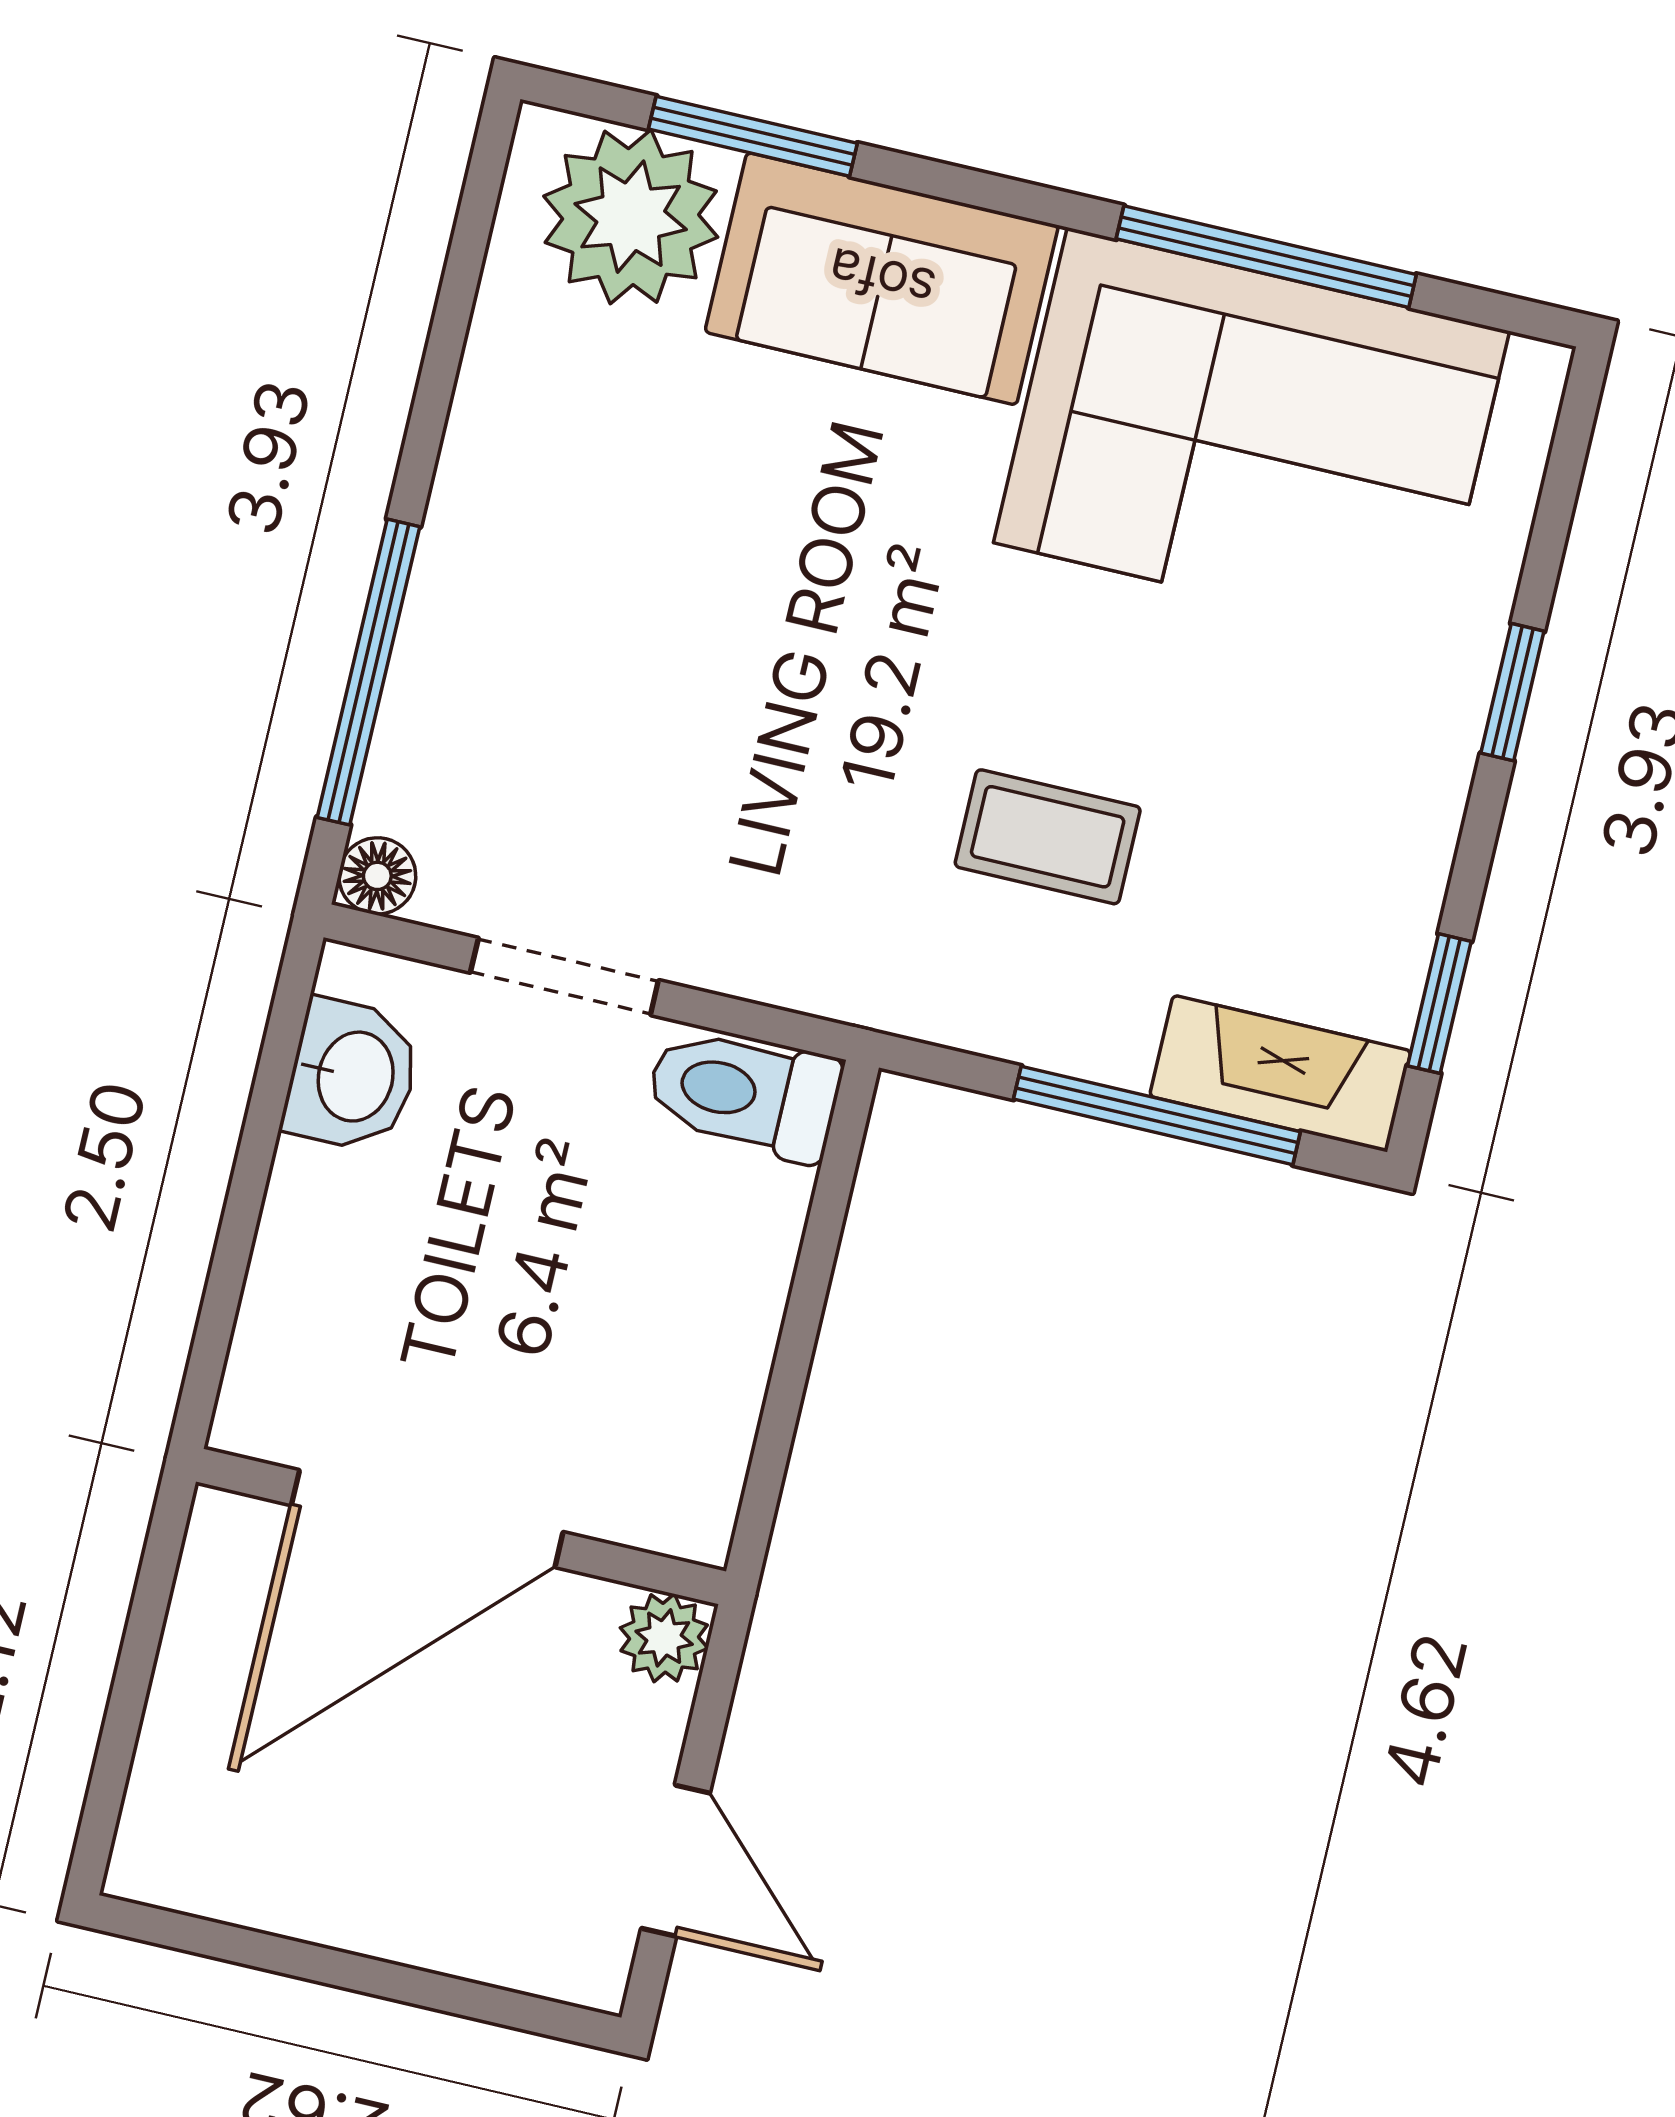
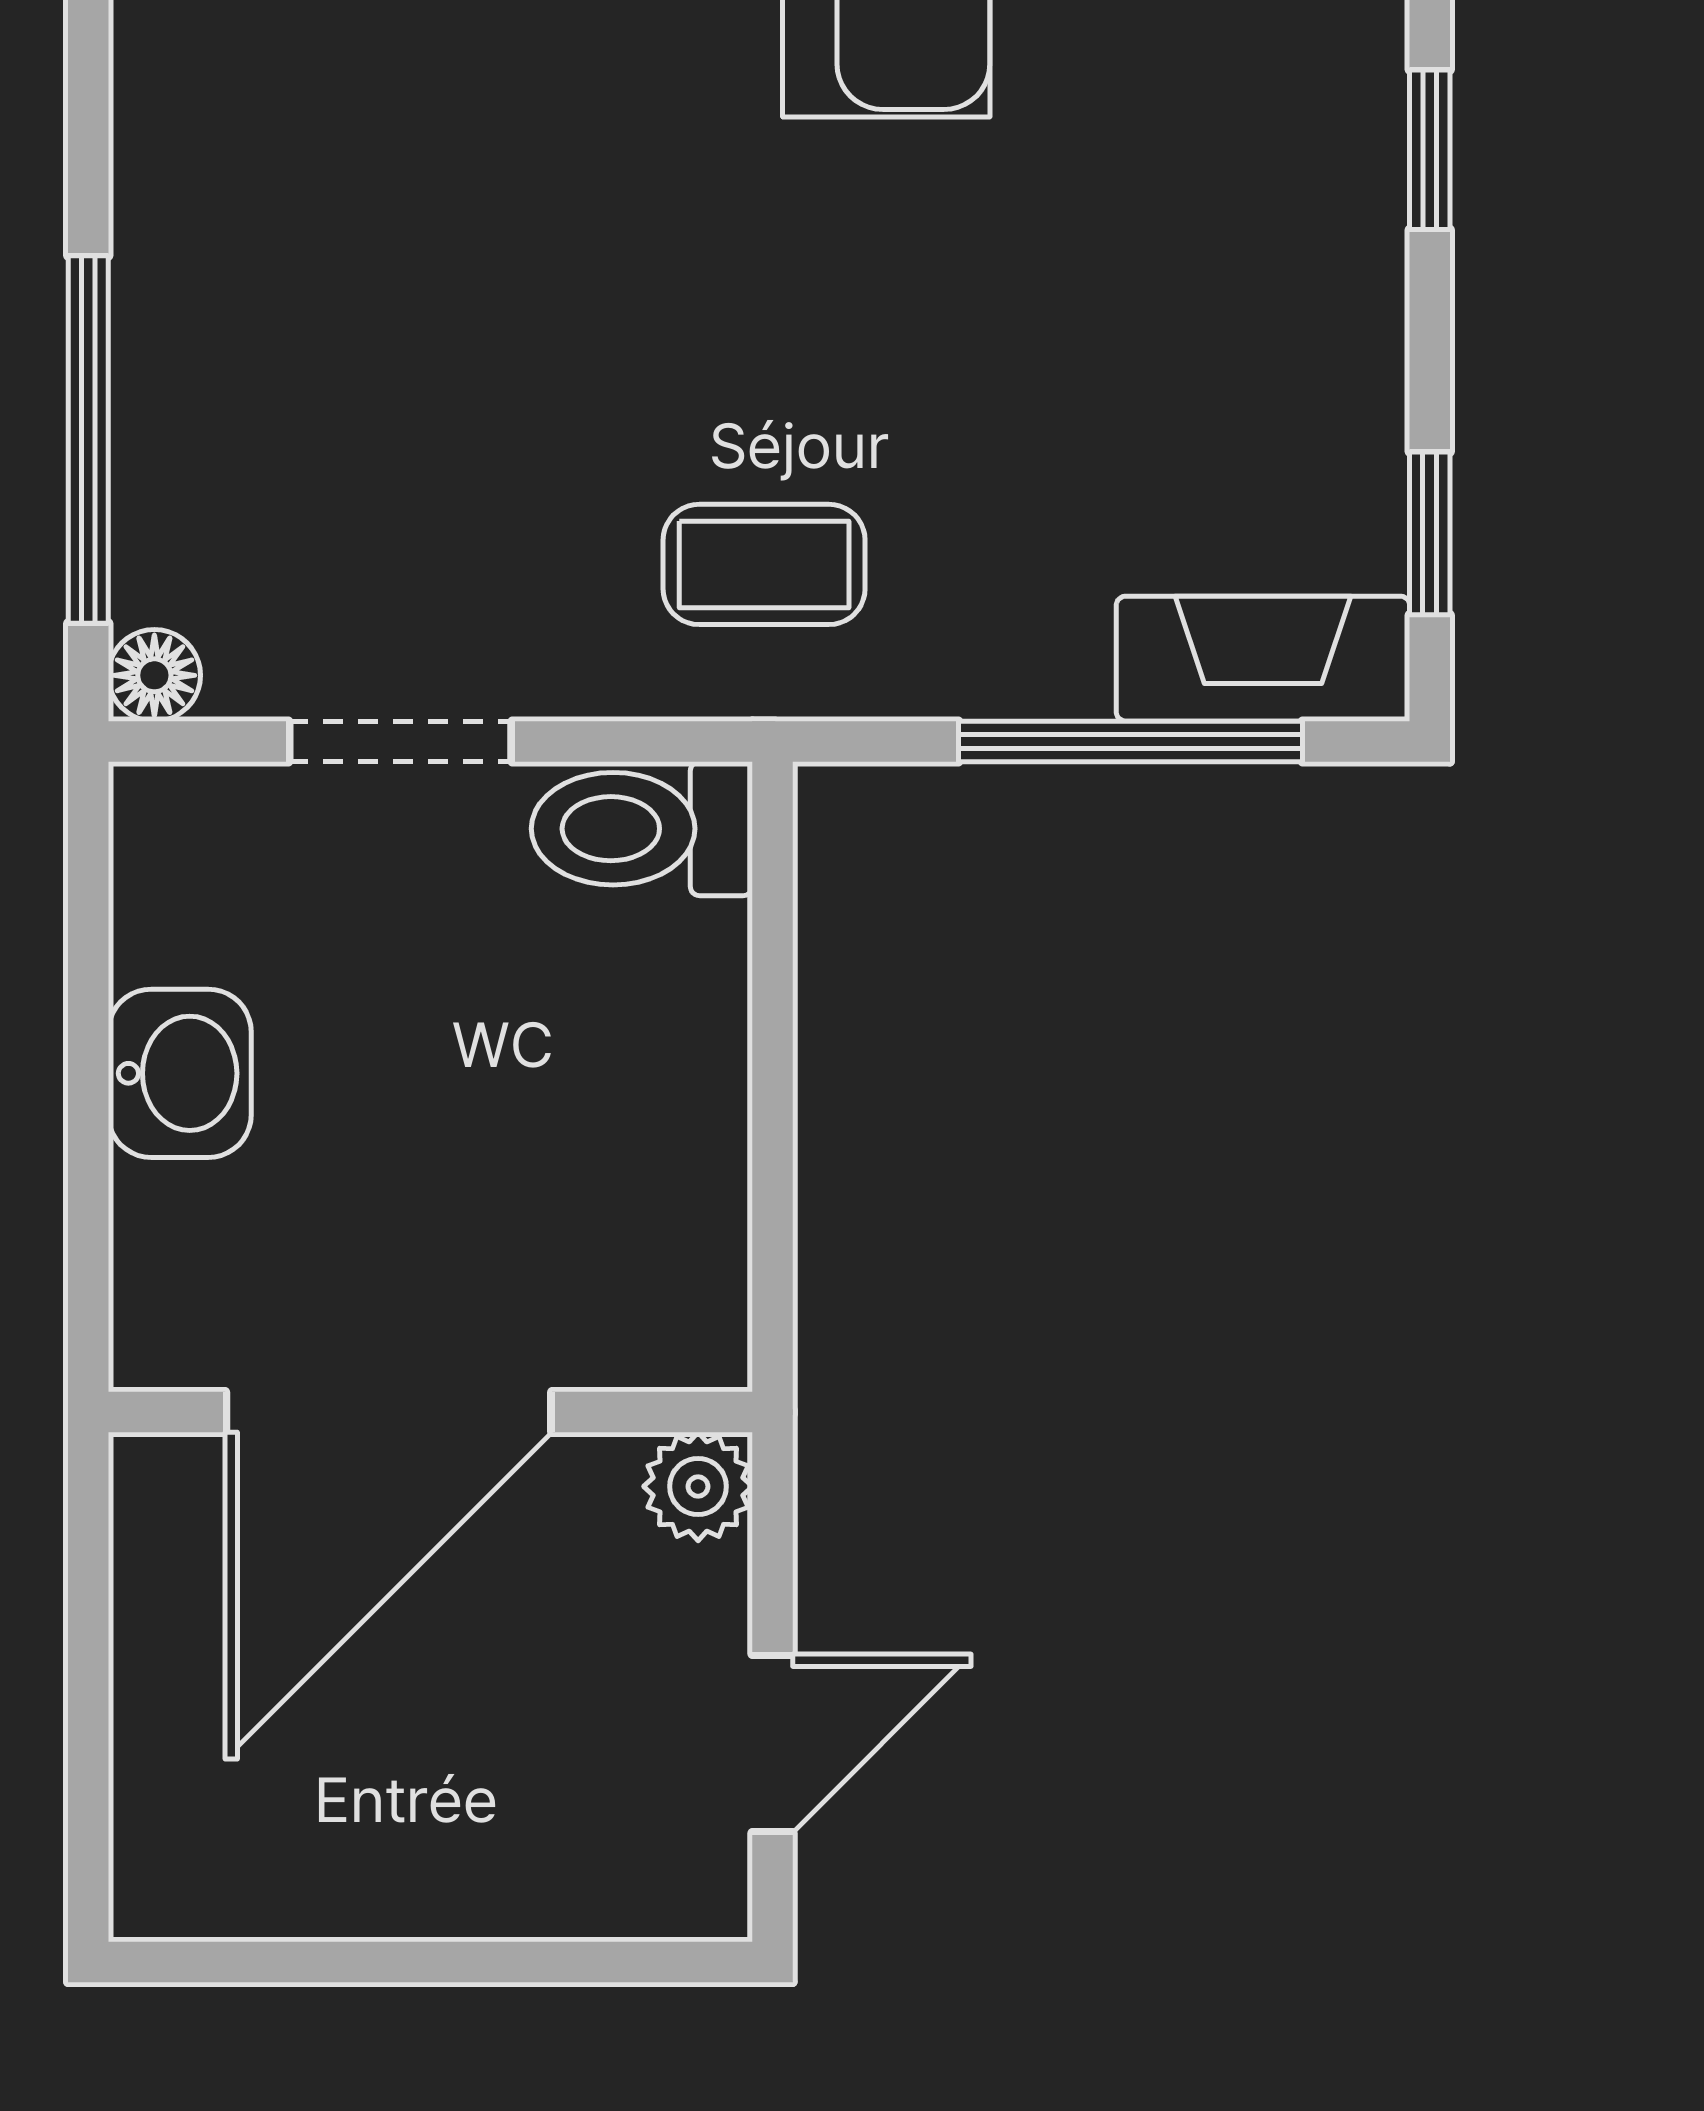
coffee table: (1048, 837) -> (764, 564), moved
washbasin: (352, 1076) -> (180, 1073), moved
door: (676, 1861) -> (772, 1744), hinge flipped

